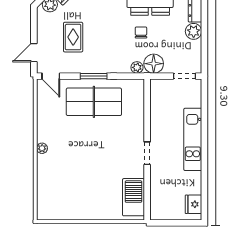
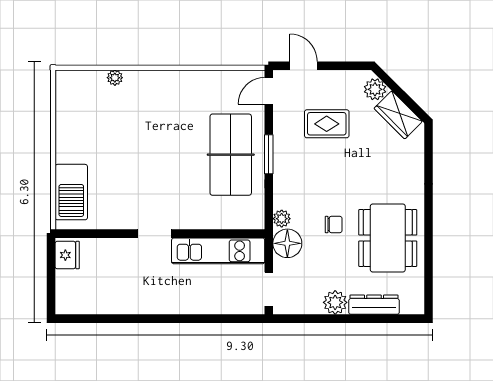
kitchen unit: (193, 139) -> (218, 251), moved, turned 180
plant: (42, 148) -> (115, 78), moved
barbecue: (133, 197) -> (71, 192), moved, turned 90
fridge: (194, 204) -> (67, 255), moved, turned 90

